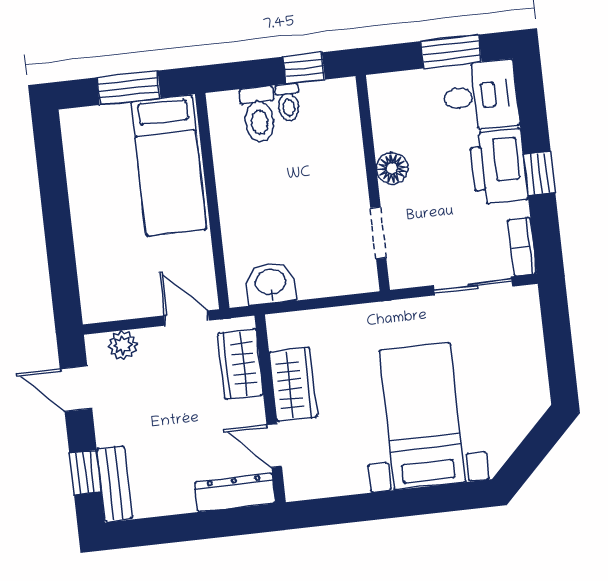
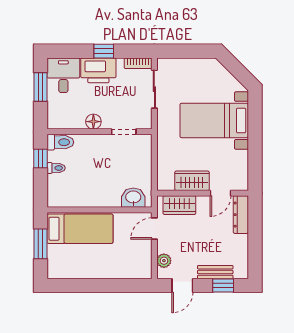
toilet: (259, 114) -> (60, 142), moved
washbasin: (271, 283) -> (133, 198), moved, turned 90
bench: (115, 484) -> (215, 272), moved

